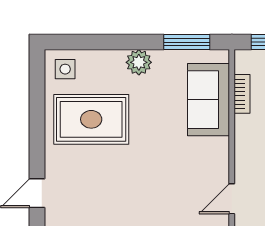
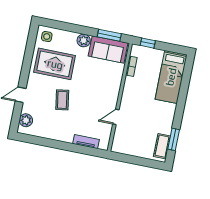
sofa: (208, 100) -> (108, 49), moved, turned -90
coffee table: (120, 187) -> (62, 100), added

